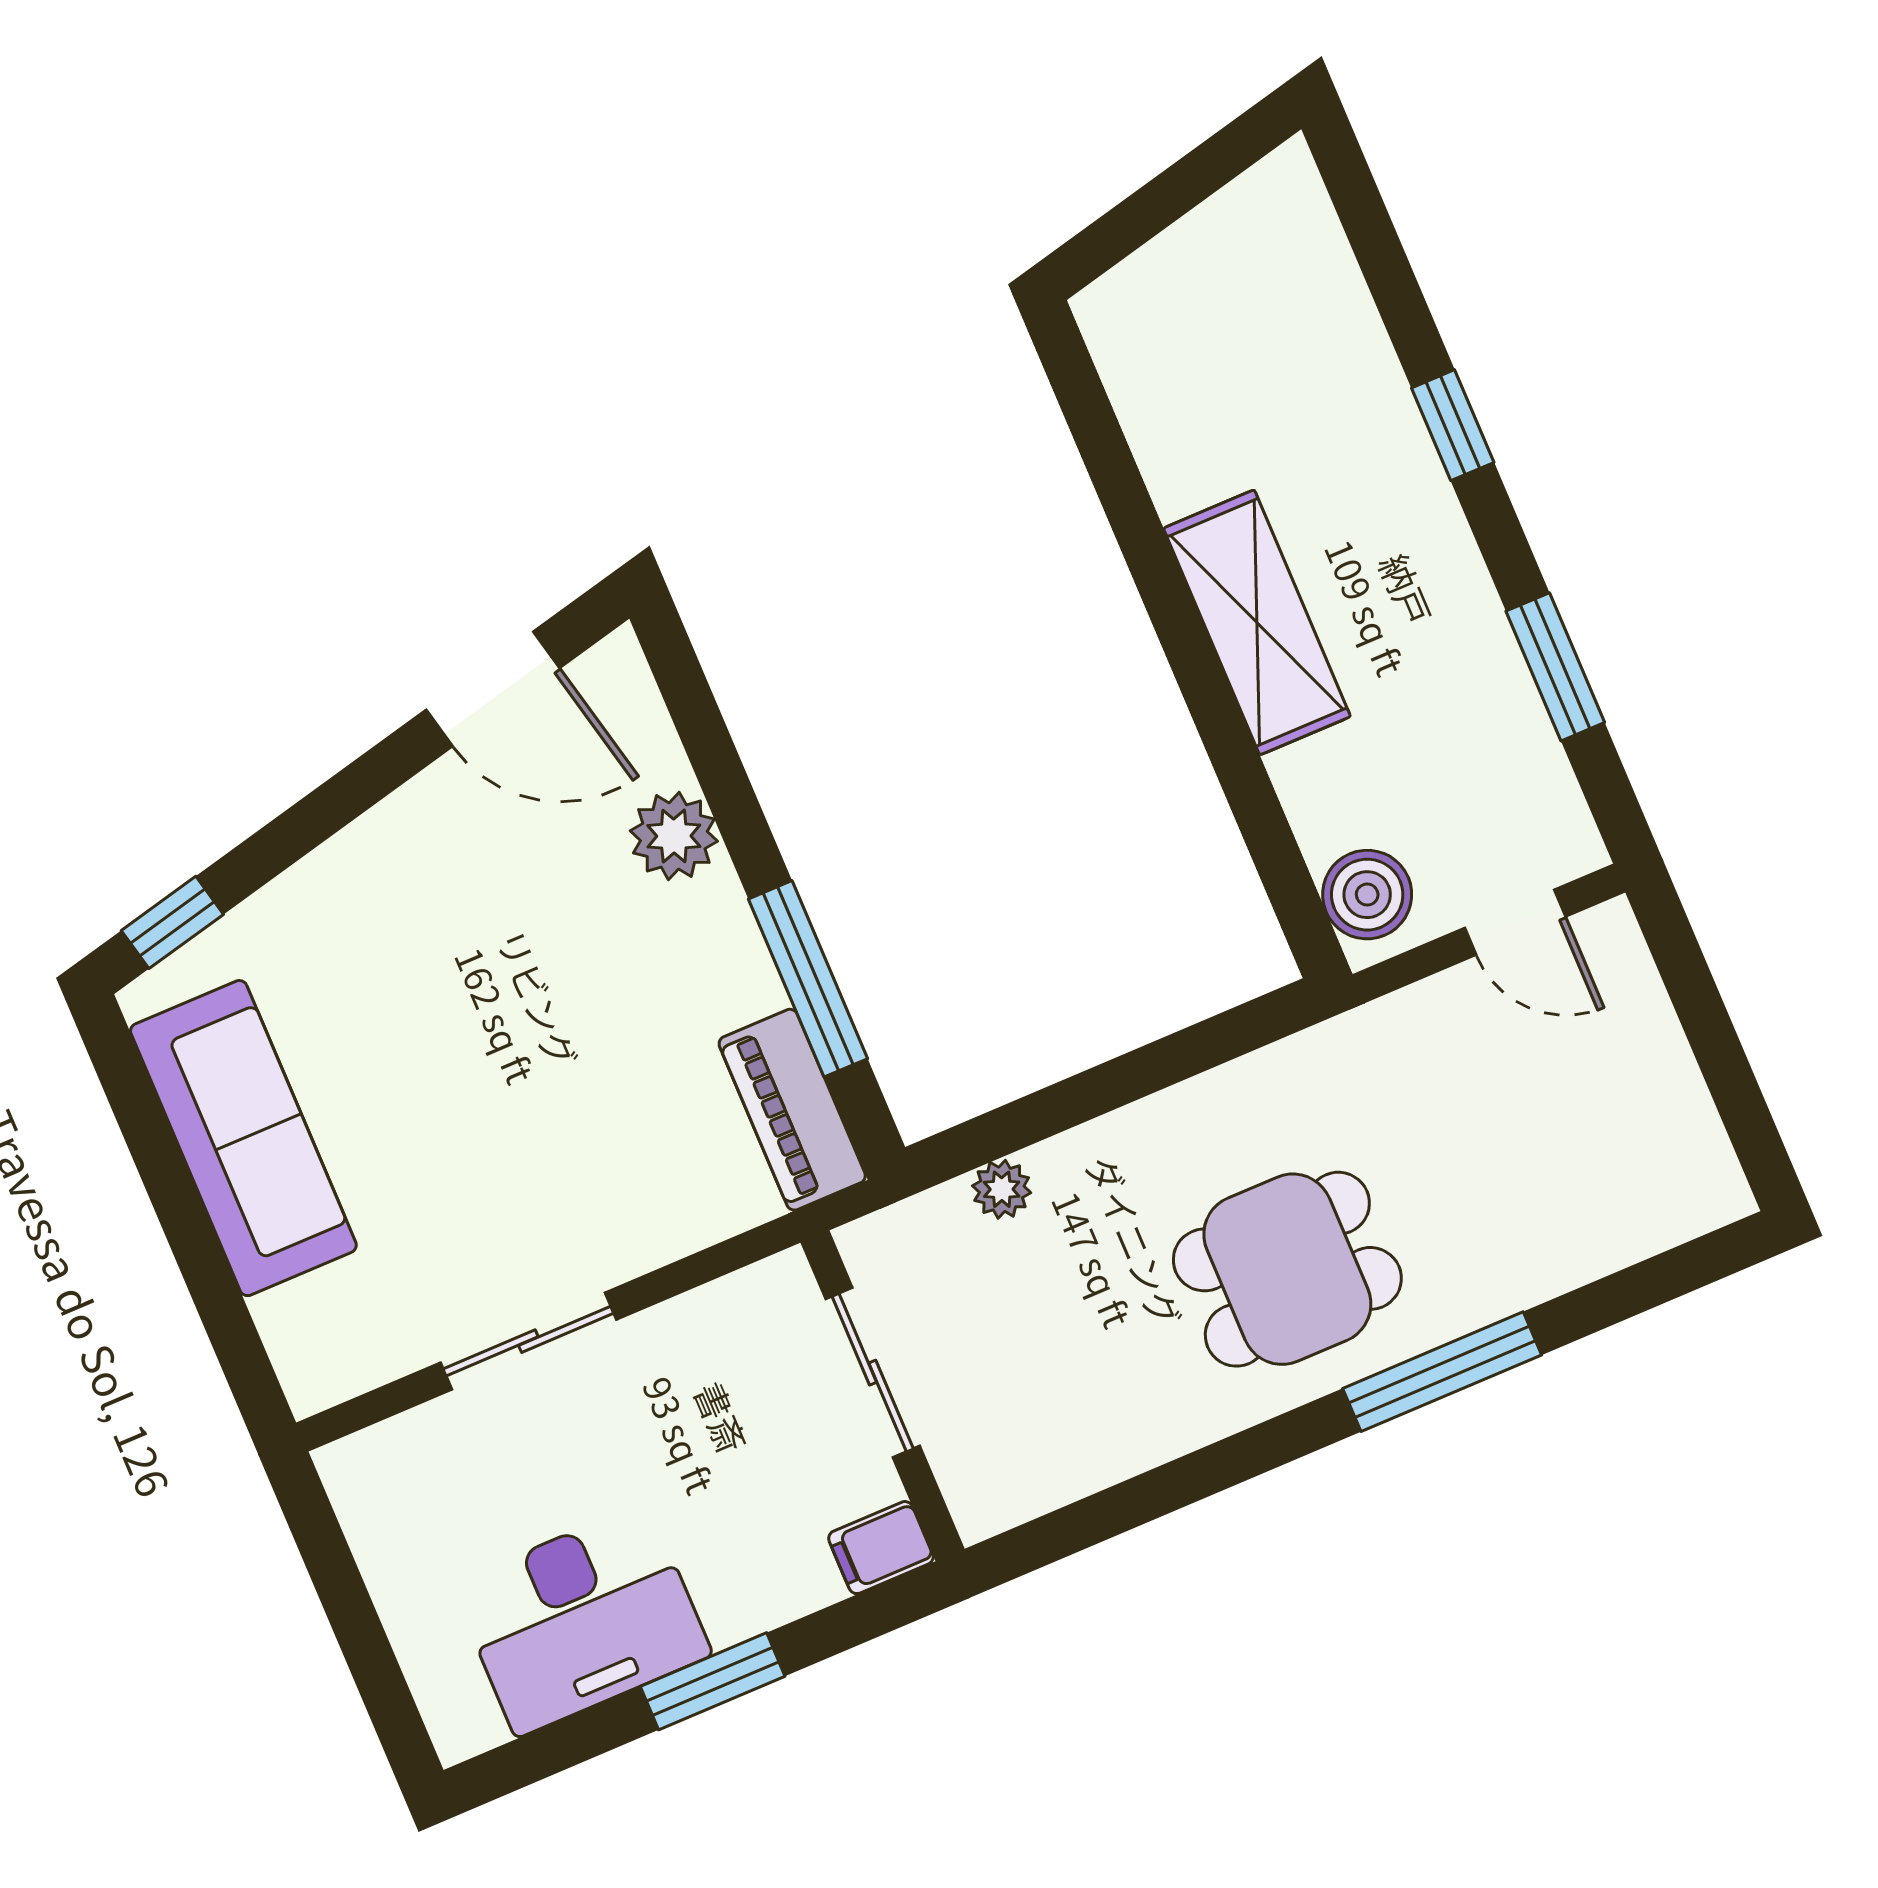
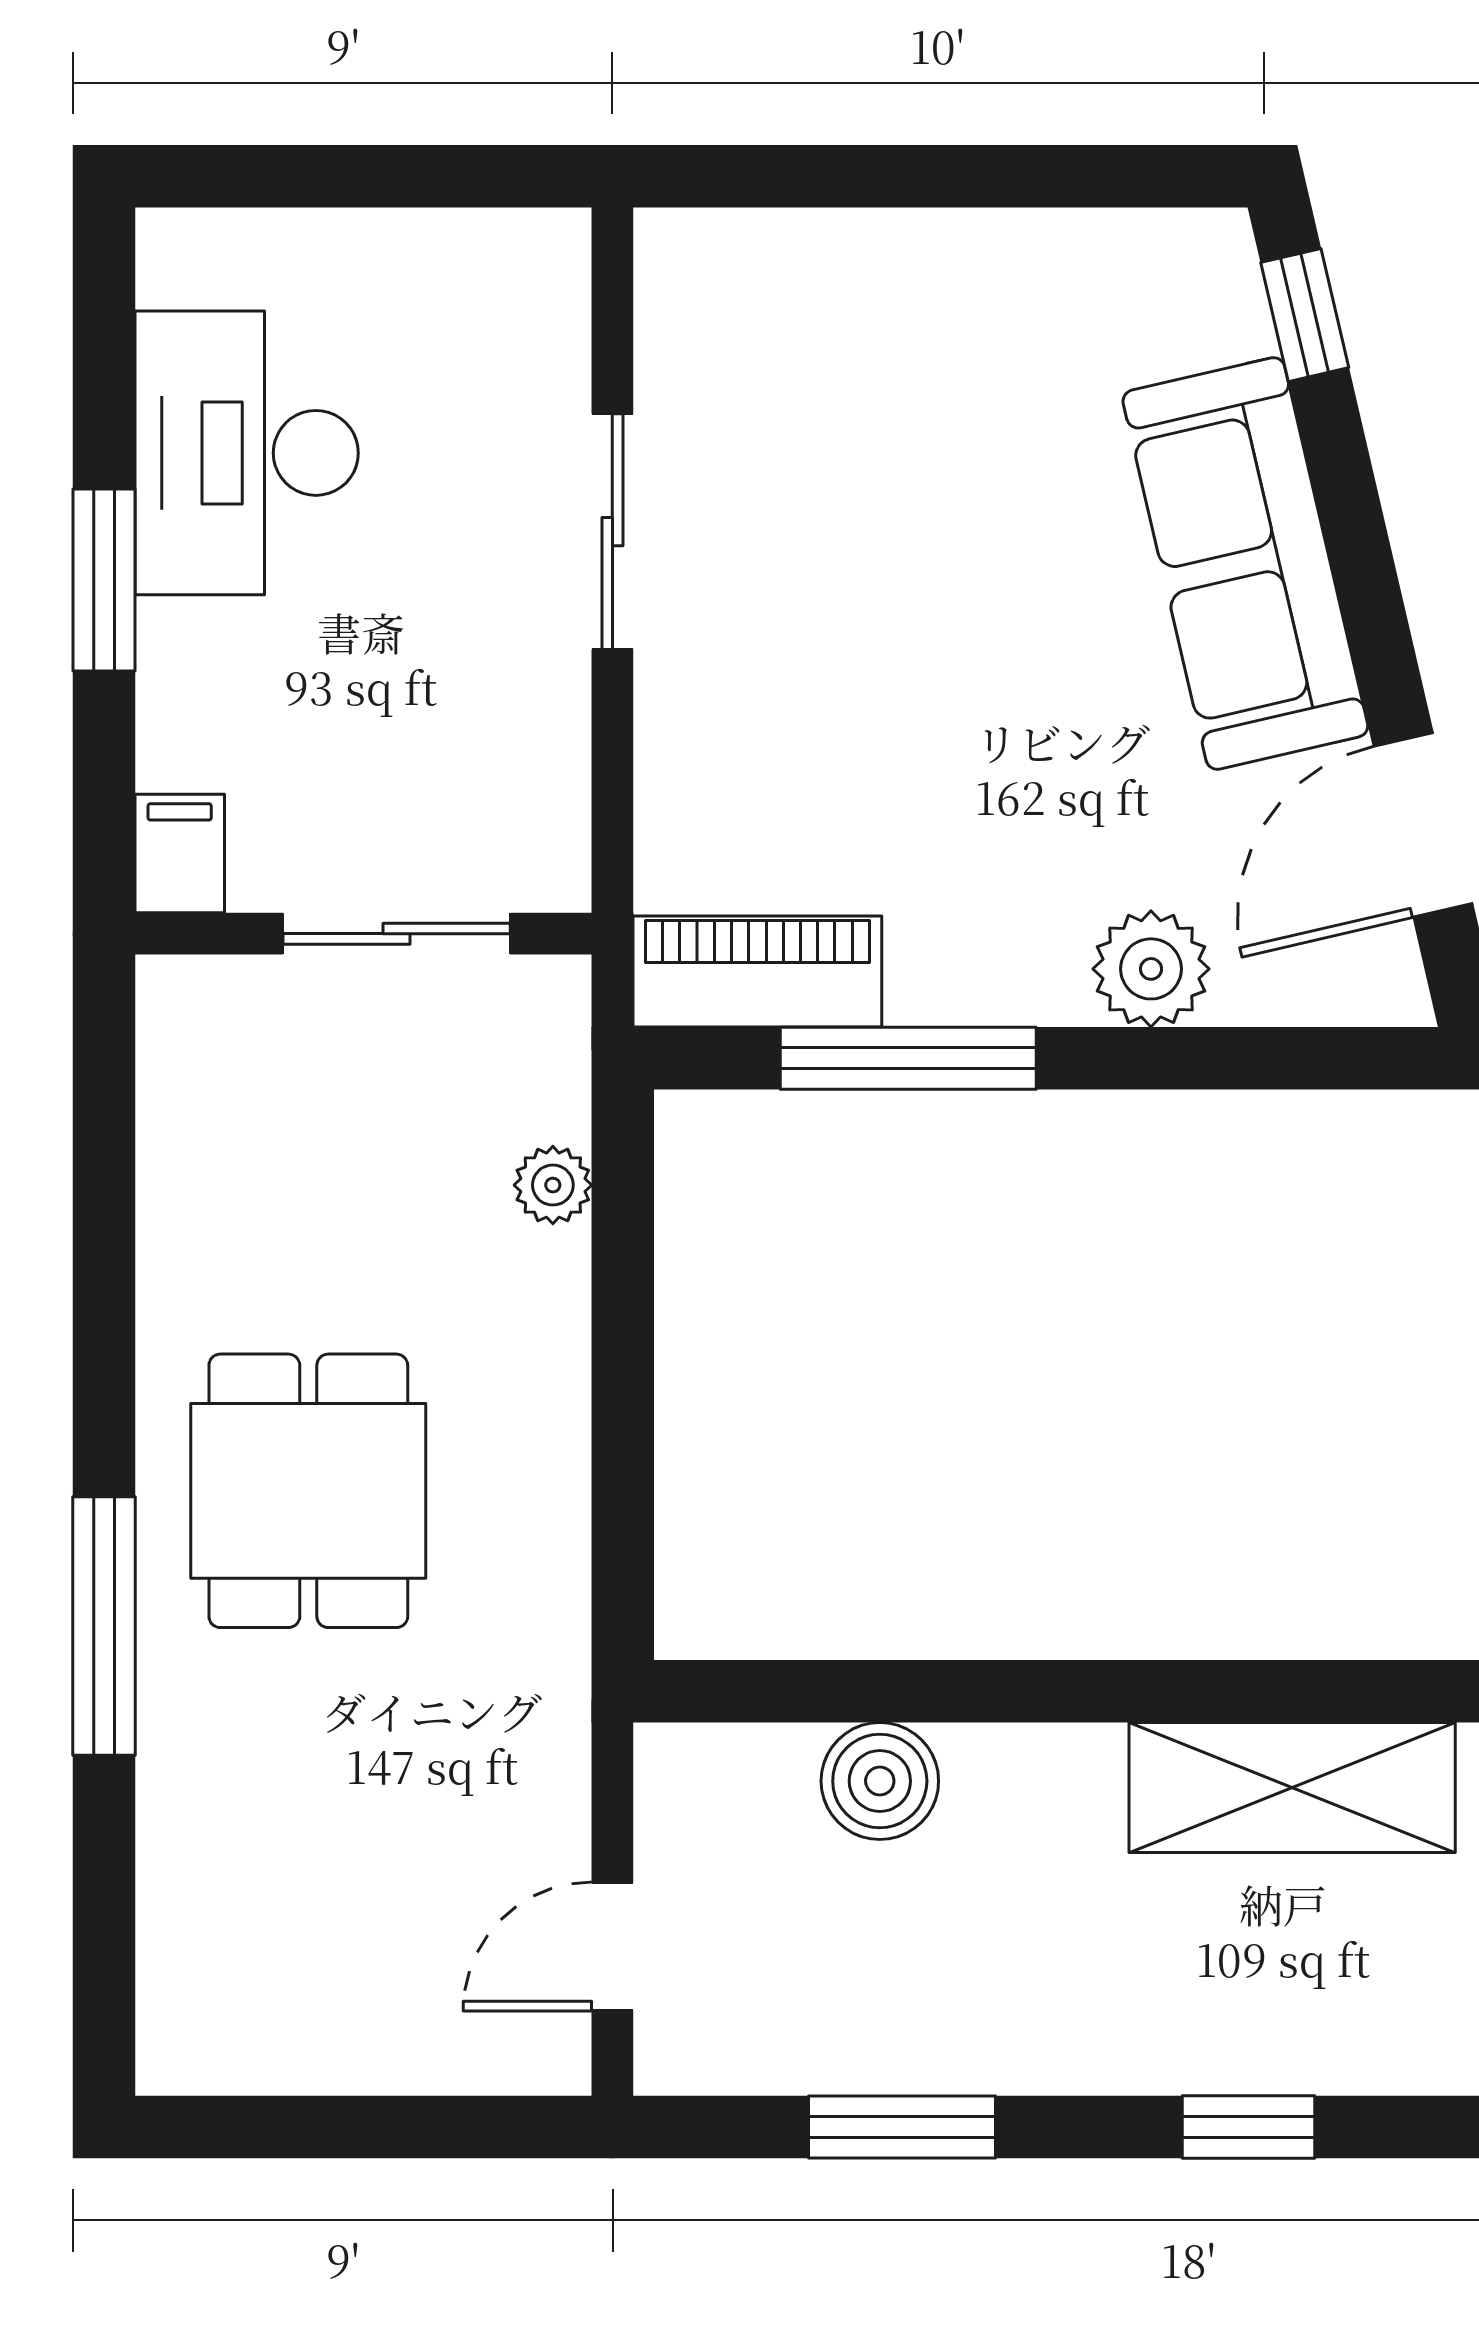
shelving: (1257, 622) -> (1292, 1788), moved
boiler: (1367, 895) -> (880, 1781), moved
sofa: (243, 1138) -> (1245, 563), moved, turned 77

